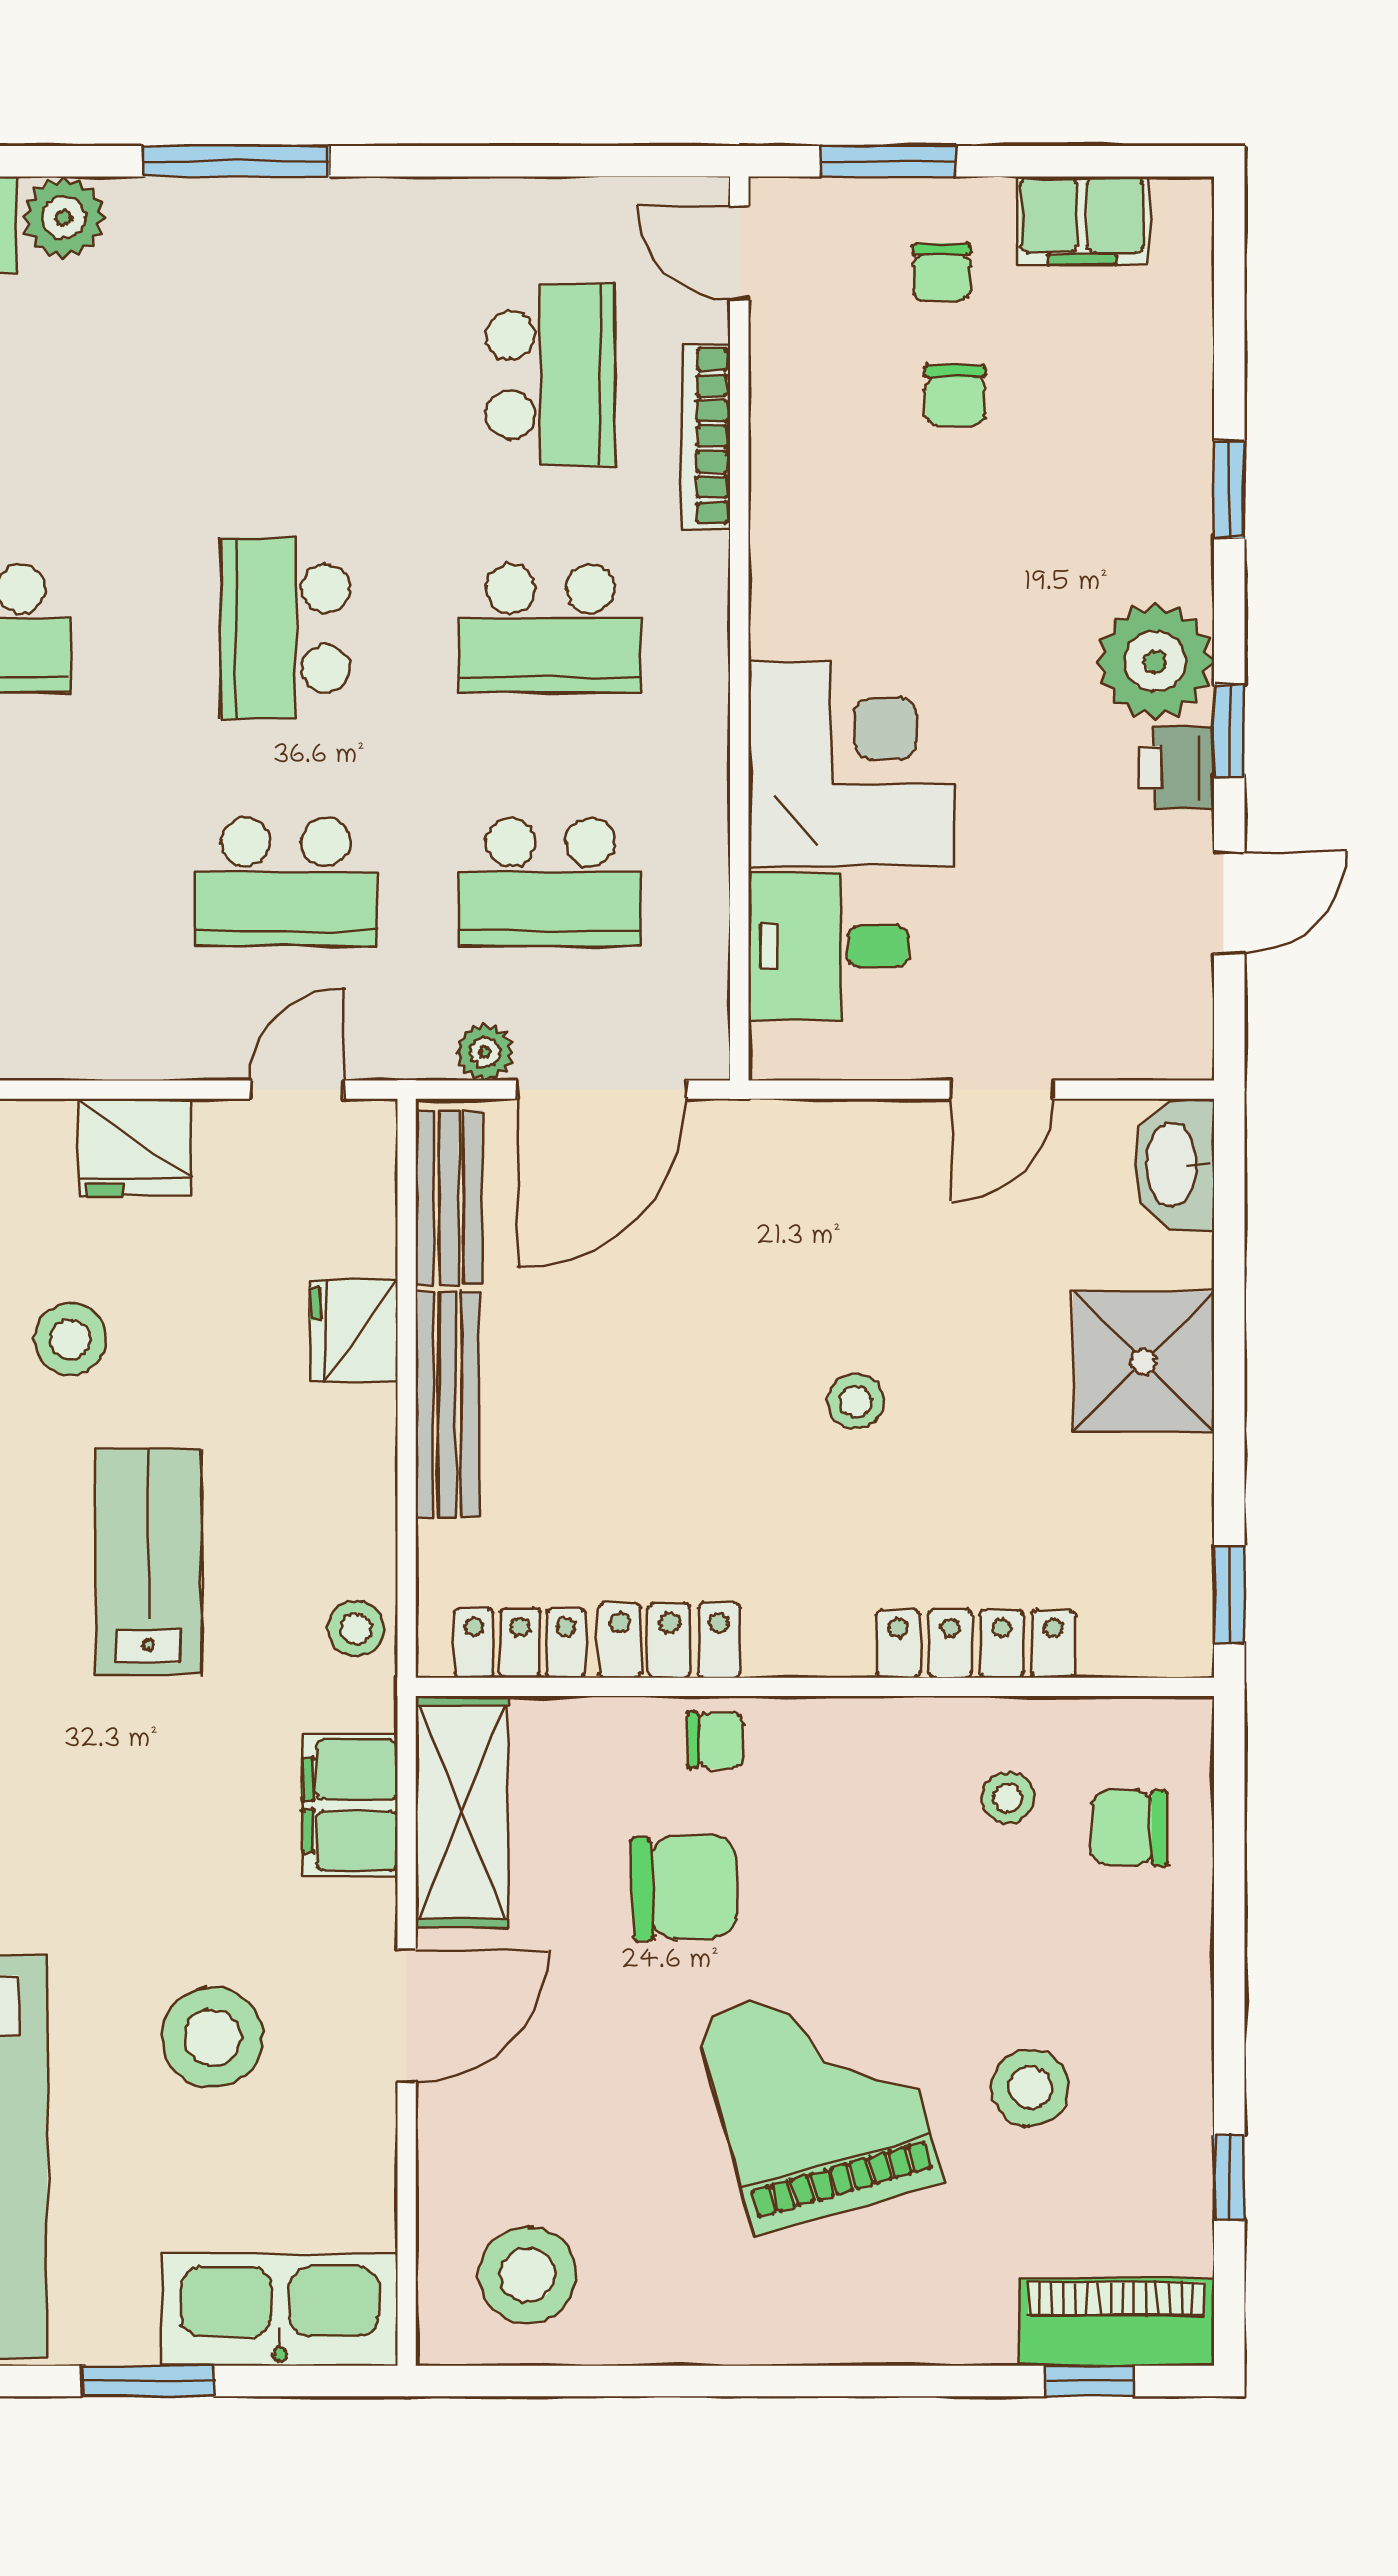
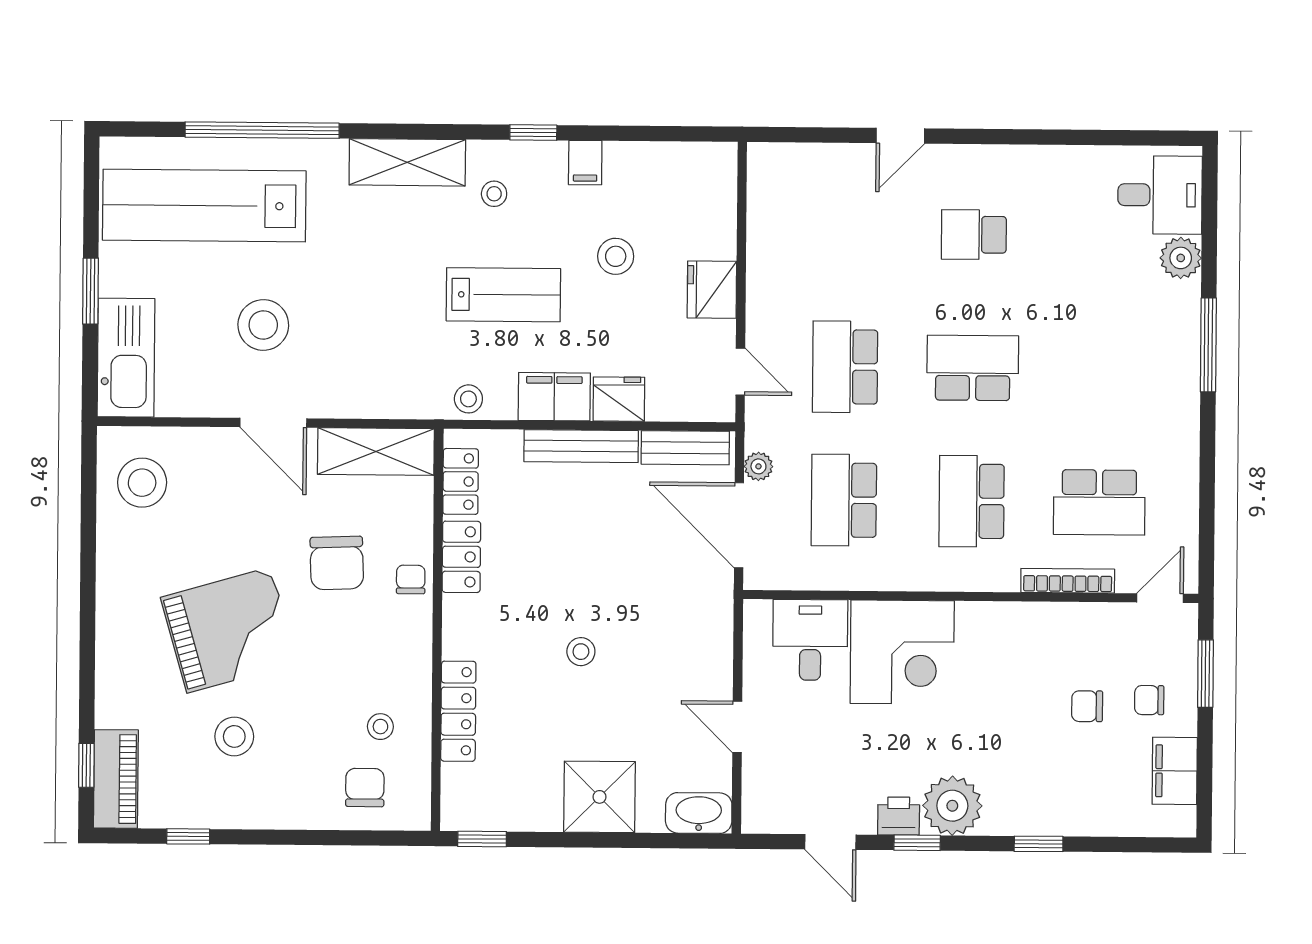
chair: (715, 1740) -> (411, 579), turned 180
filing cabinet: (350, 1805) -> (554, 397), moved

